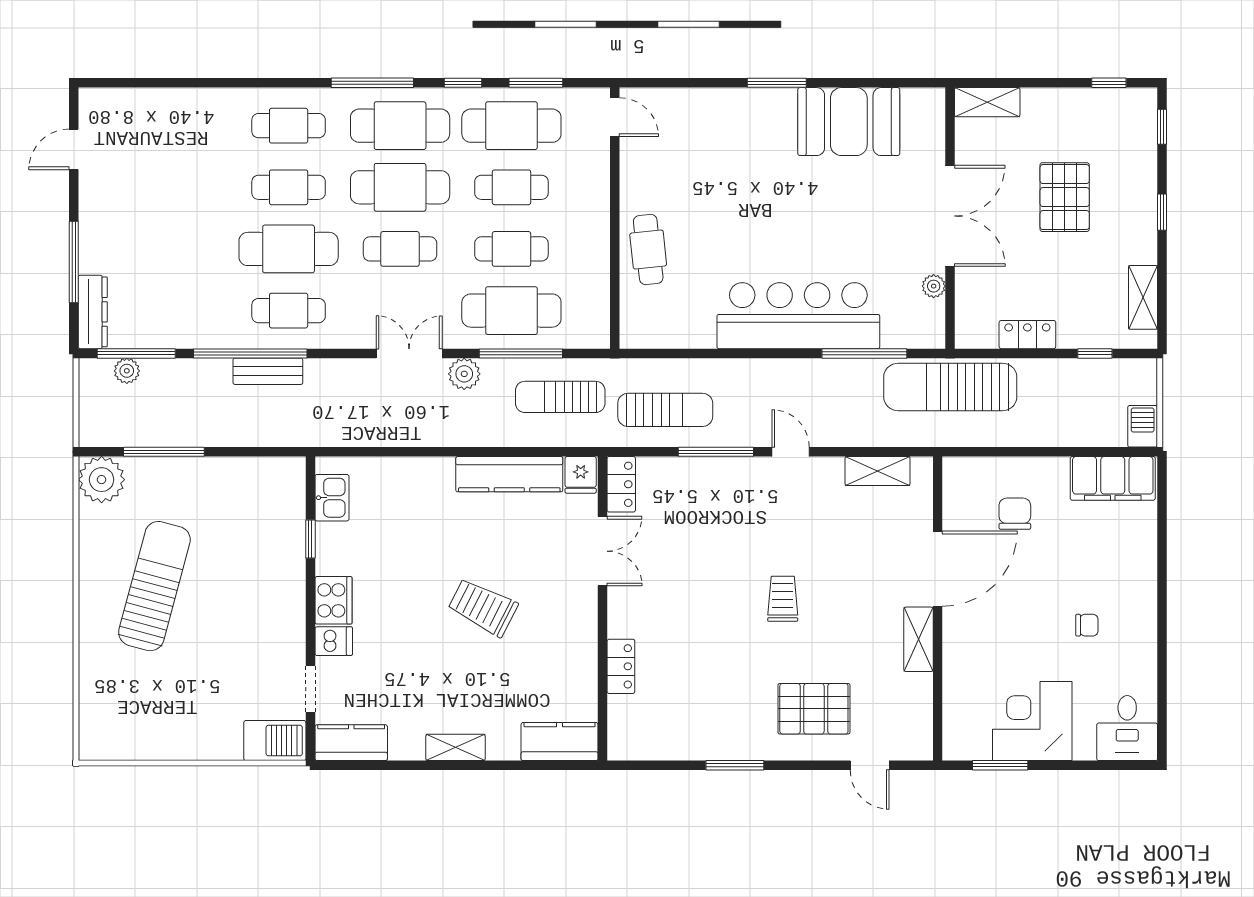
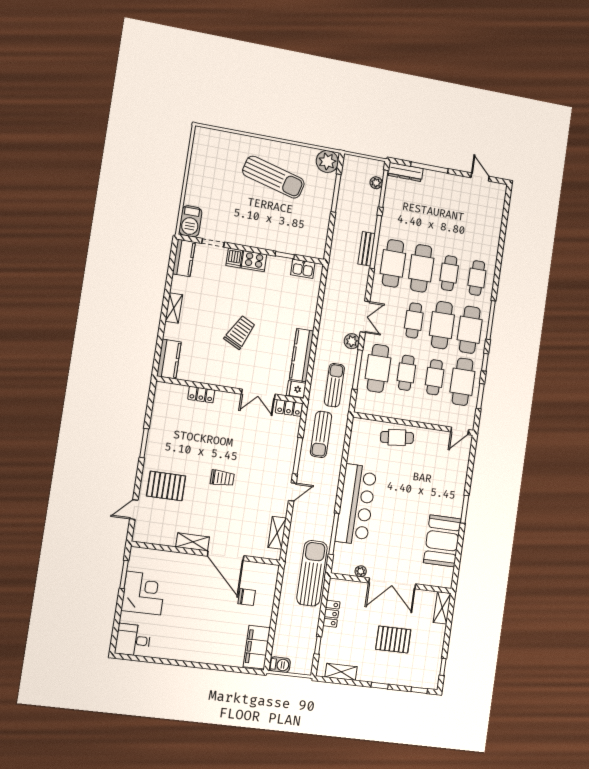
cafe table: (289, 311) -> (393, 263), width x1.37, depth x1.35
chair: (1087, 625) -> (187, 626), removed
pallet: (814, 709) -> (166, 486), turned 90

